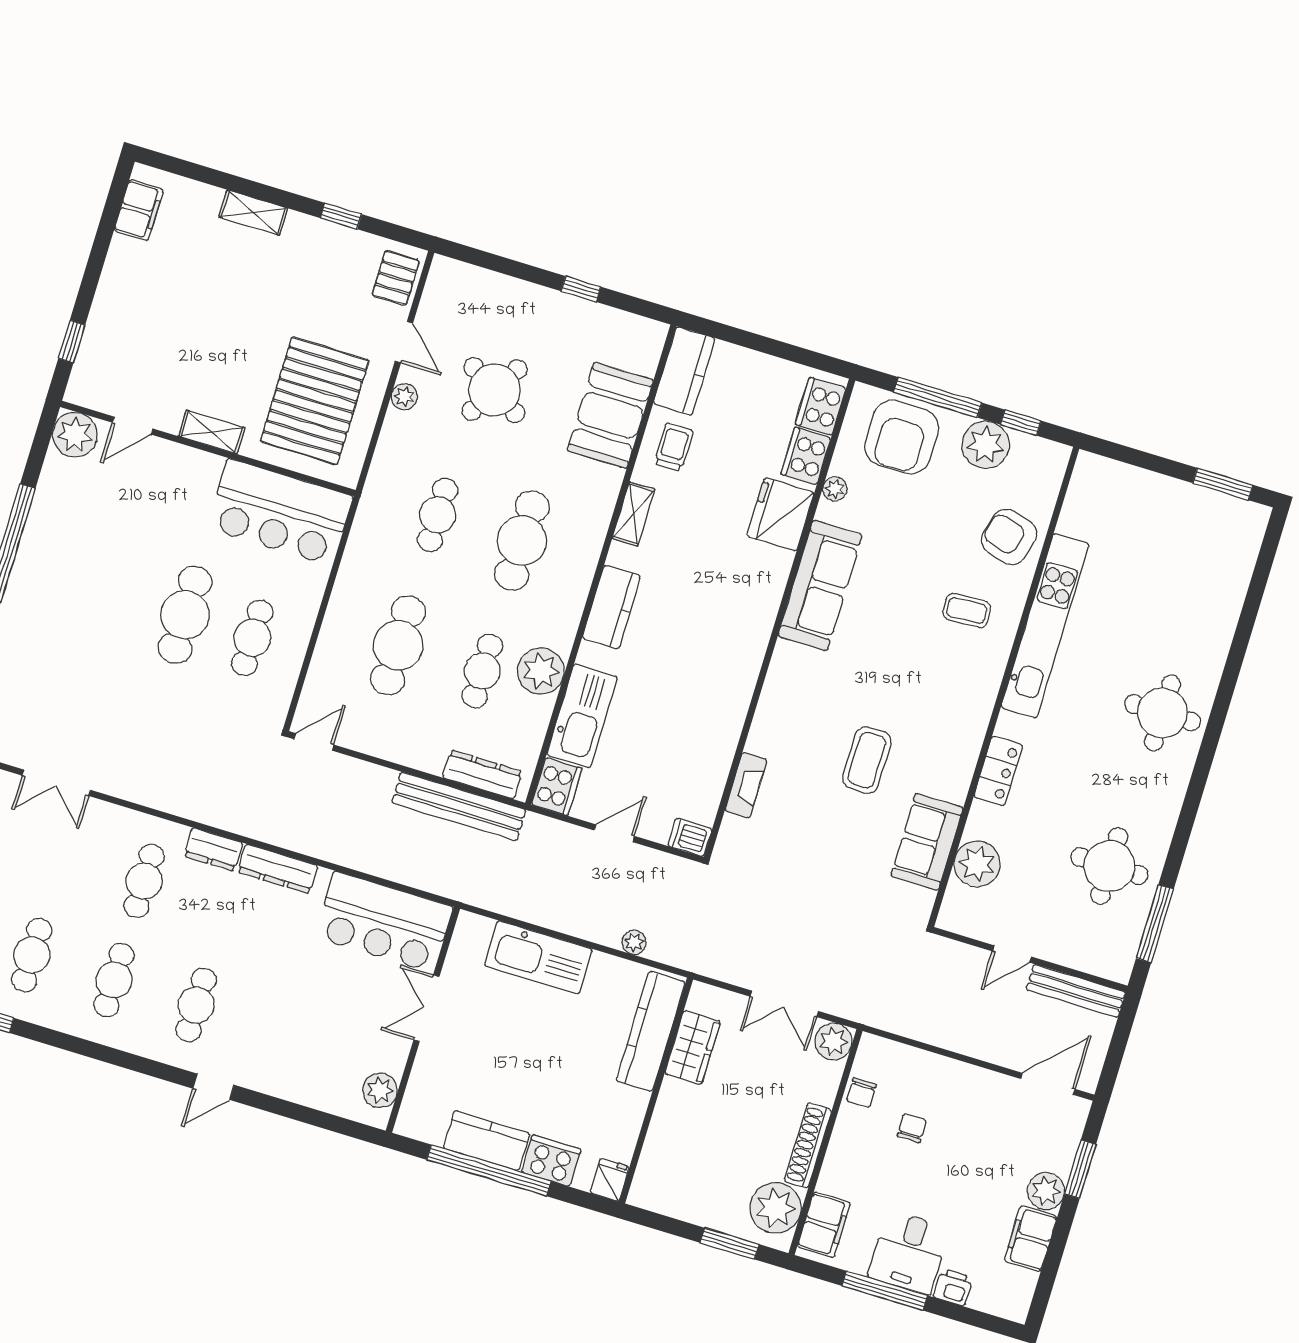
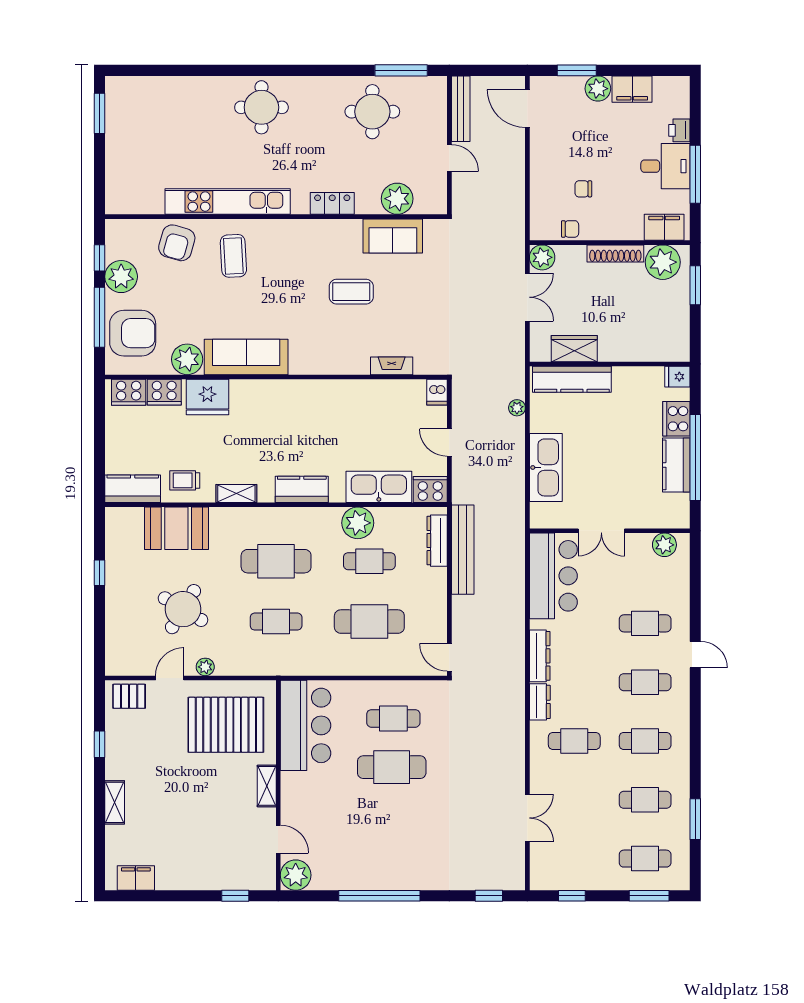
plant: (835, 489) -> (187, 359), width x1.88, depth x1.88
coffee table: (967, 611) -> (233, 256), width x1.36, depth x1.30
cafe table: (278, 1030) -> (645, 623), added

